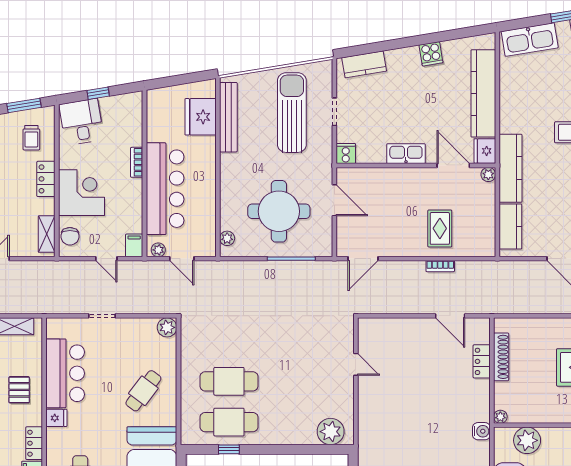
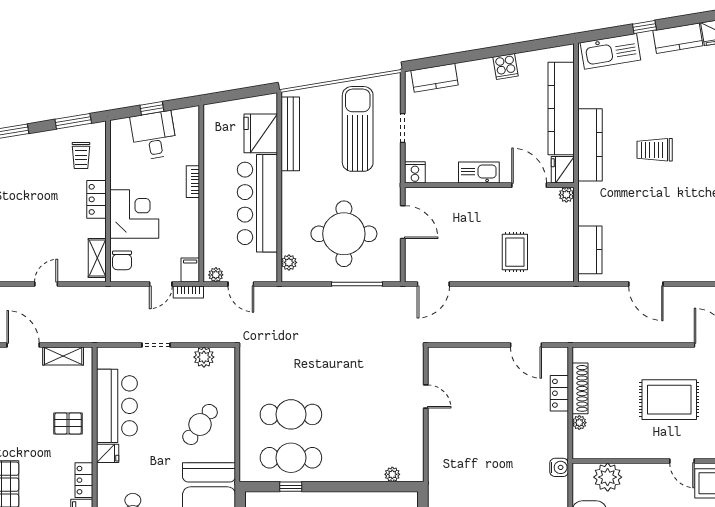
desk: (81, 122) -> (154, 135), moved
kitchen counter: (510, 168) -> (590, 145), moved
bar counter: (165, 189) -> (257, 203), moved, turned 180
door: (106, 259) -> (161, 284), hinge flipped
bookcase: (440, 266) -> (188, 292), moved
plant: (167, 327) -> (204, 357), moved
pallet: (19, 390) -> (68, 423), turned 90
plant: (500, 417) -> (579, 423), moved
plant: (331, 432) -> (392, 474), width x0.53, depth x0.53

